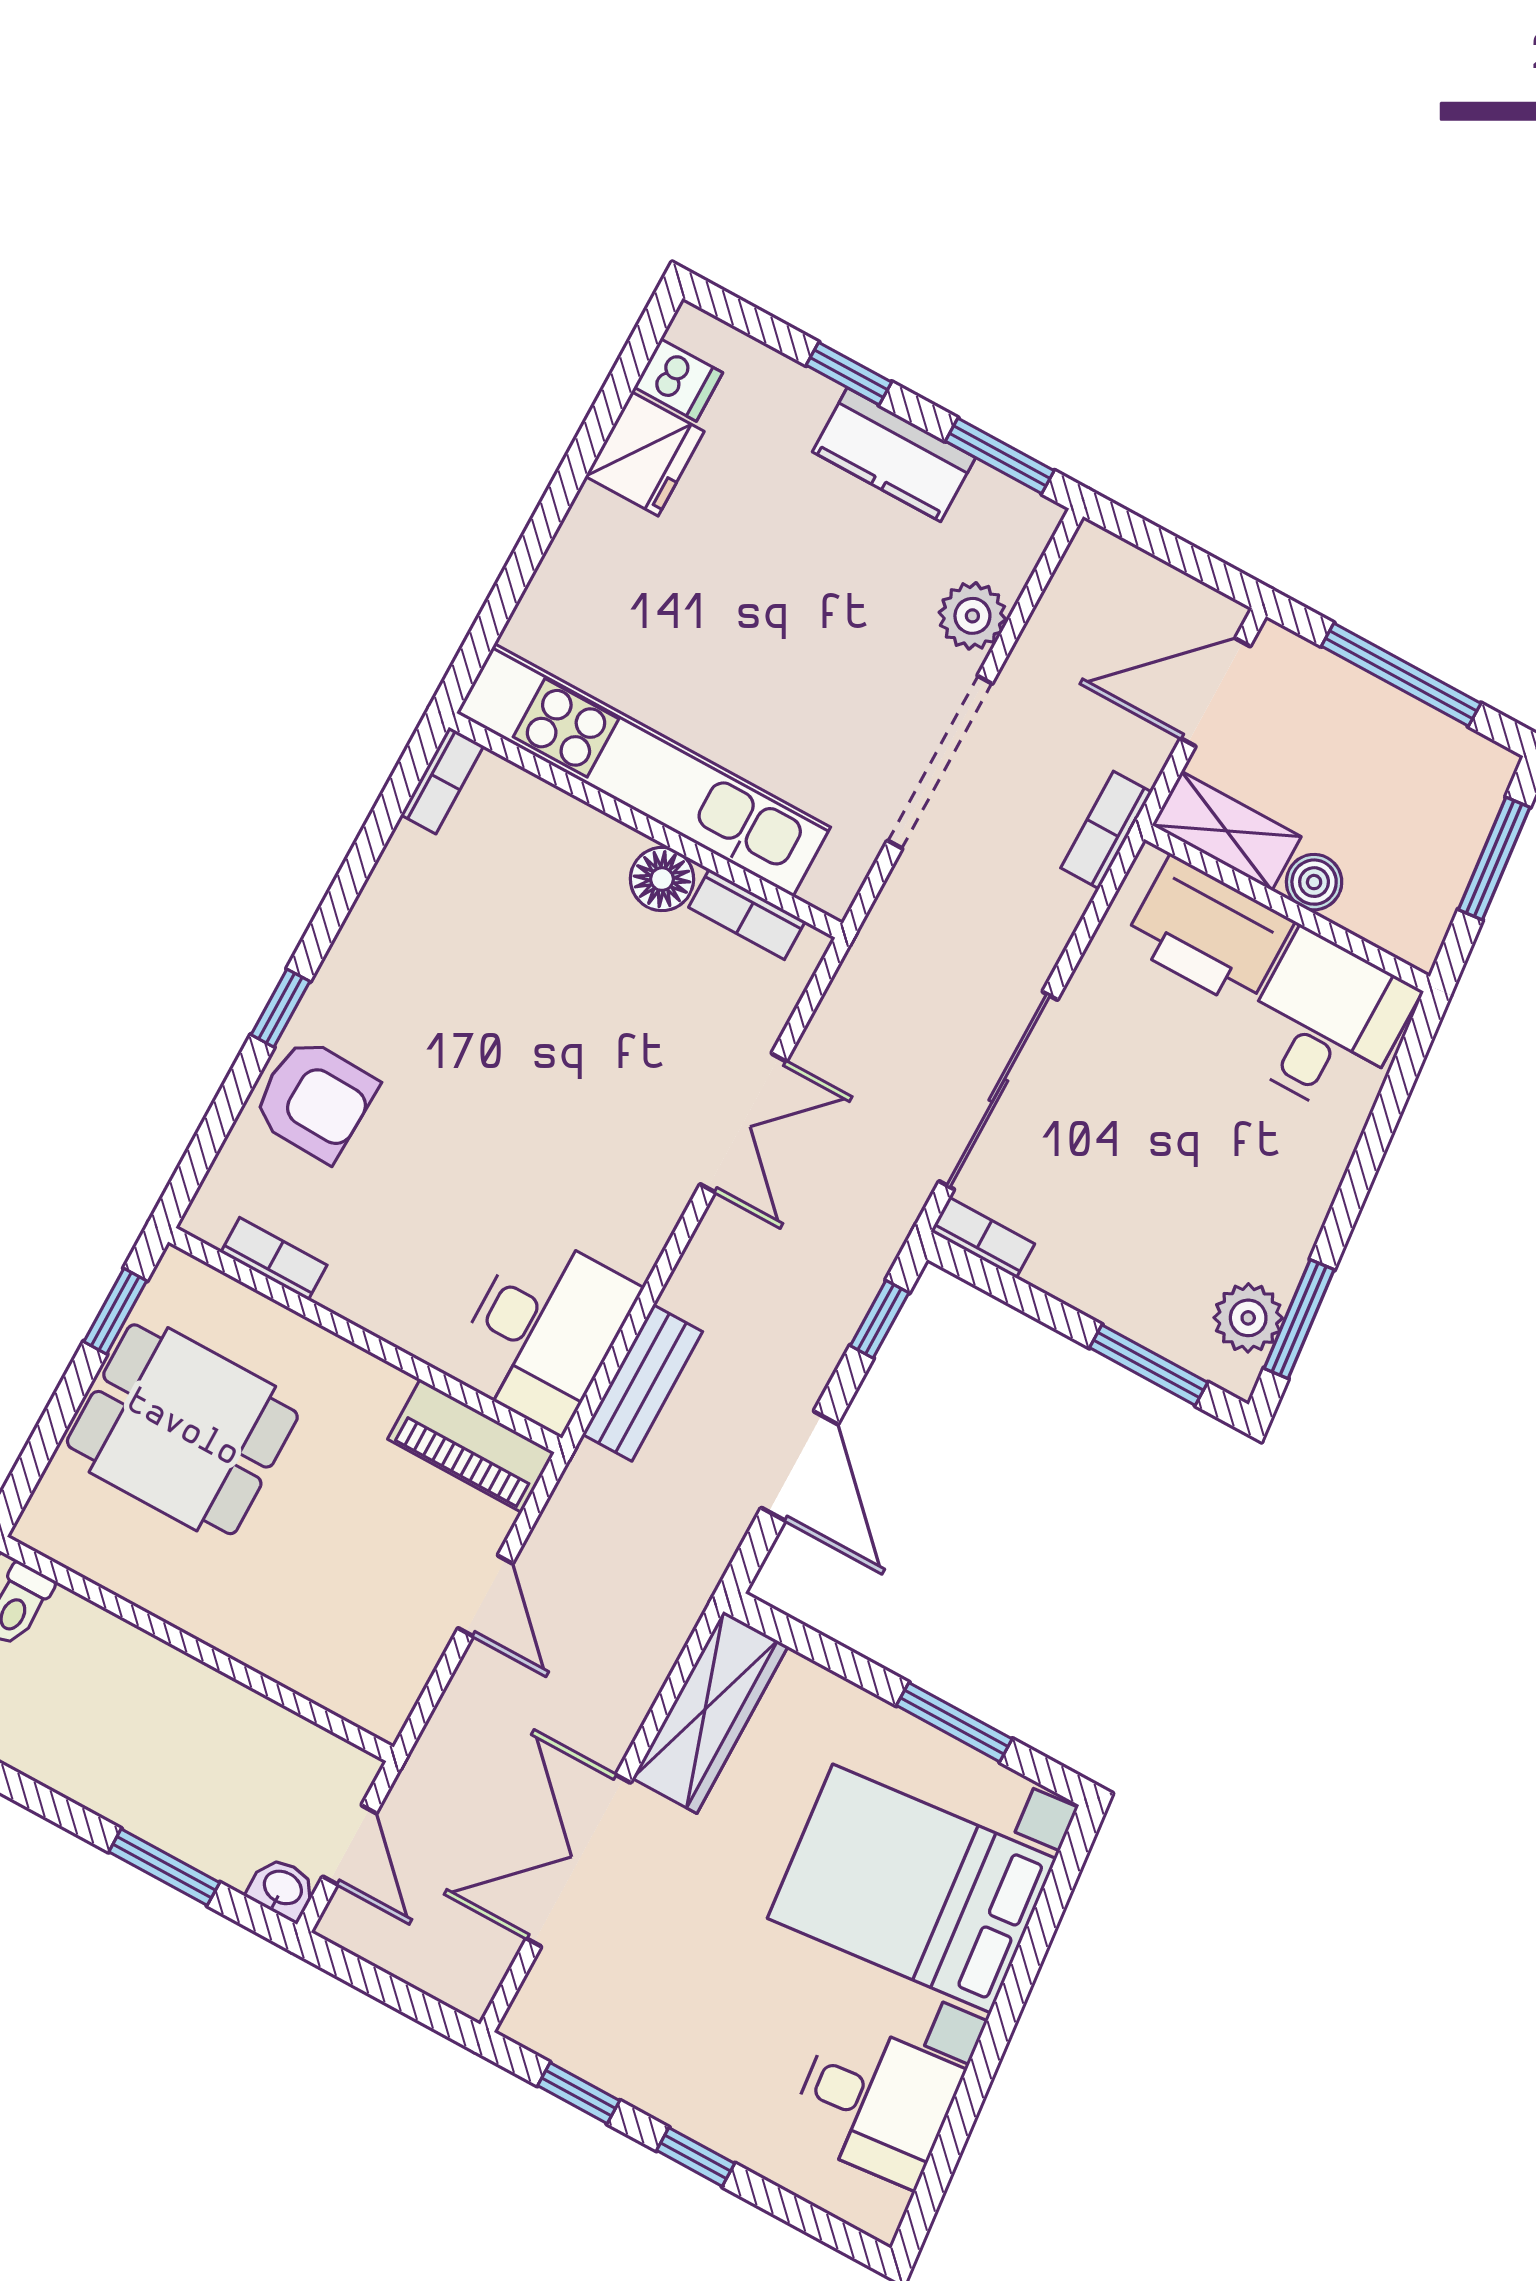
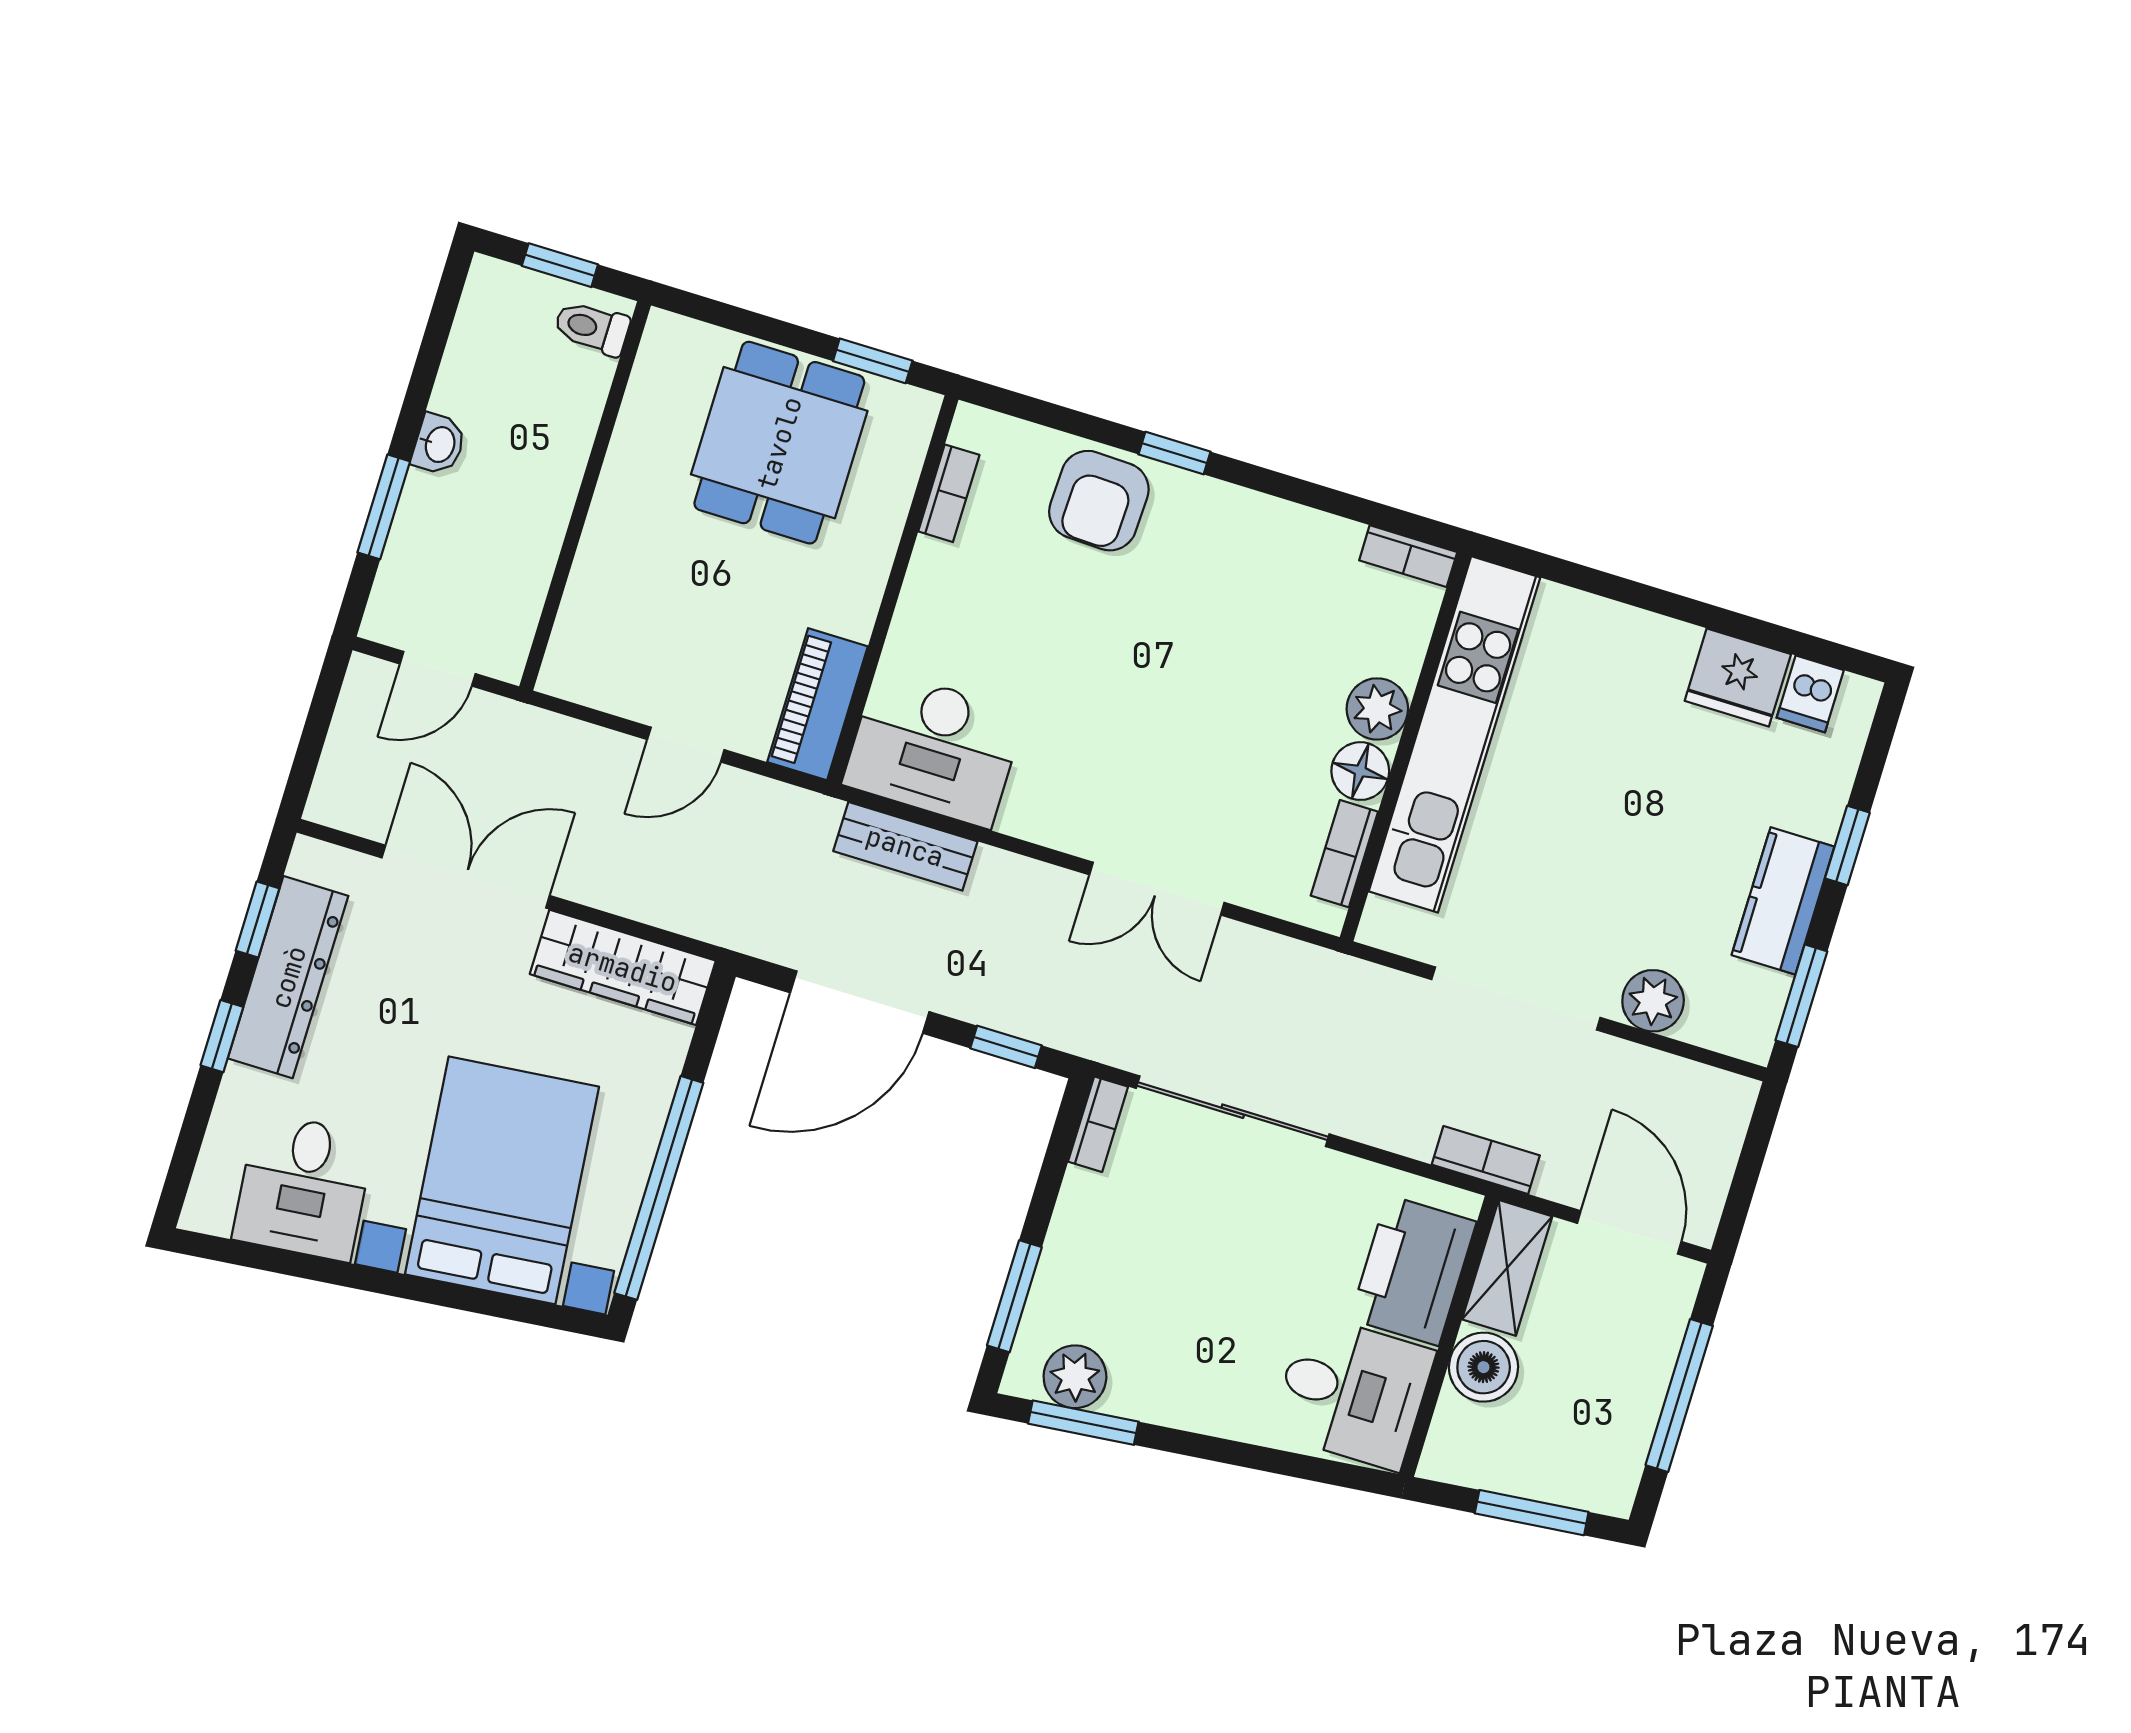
plant: (599, 847) -> (1377, 709), added
boiler: (1314, 882) -> (1484, 1367), width x1.36, depth x1.36
door: (799, 1466) -> (860, 1002), width x1.36
window: (954, 1722) -> (659, 1188), width x2.11
washbasin: (282, 1889) -> (439, 444), moved
dresser: (647, 2073) -> (288, 977), added

